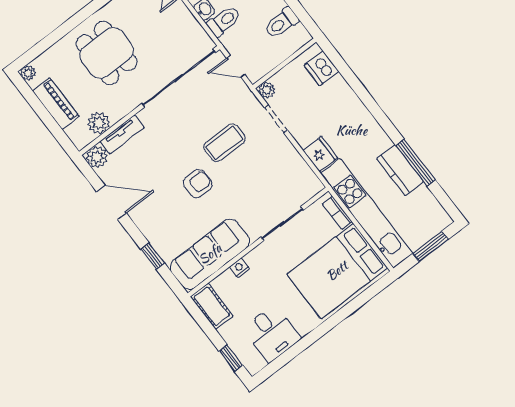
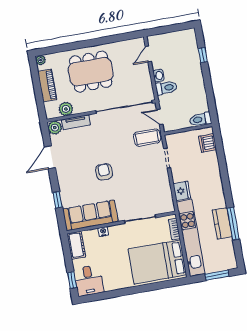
toilet: (281, 23) -> (201, 119), moved
dining table: (107, 53) -> (91, 72), width x1.38
plant: (267, 90) -> (170, 139), removed
coffee table: (224, 143) -> (147, 138), moved
armchair: (198, 184) -> (104, 172), turned -90
door: (111, 202) -> (50, 157), swing flipped
desk: (272, 334) -> (89, 281), moved

